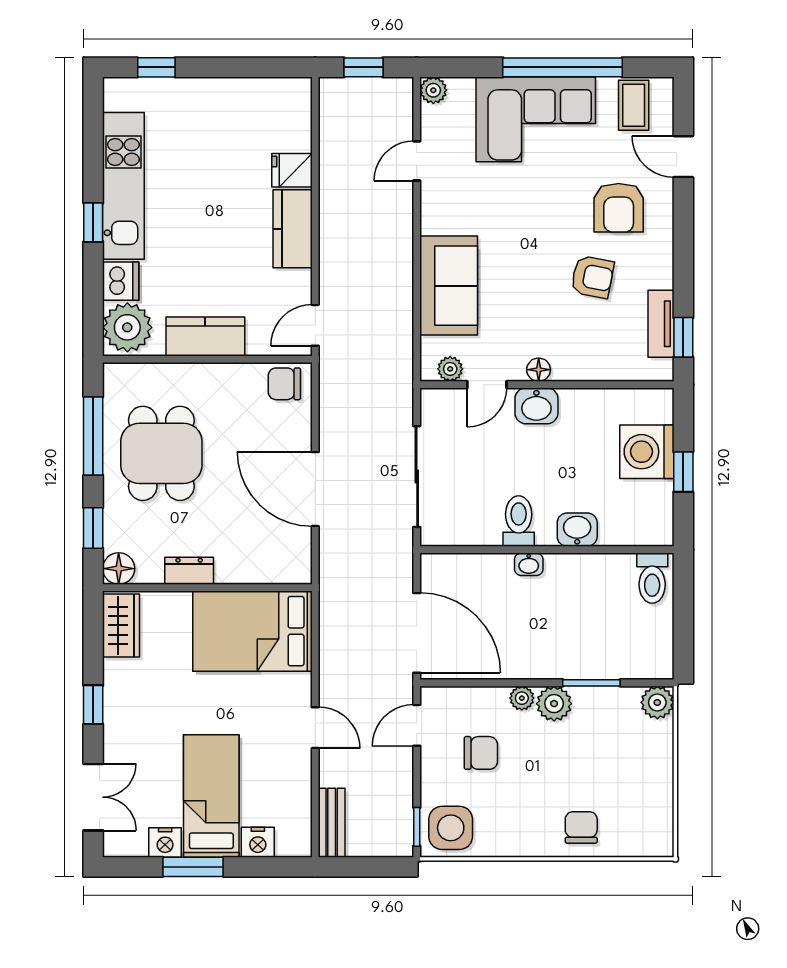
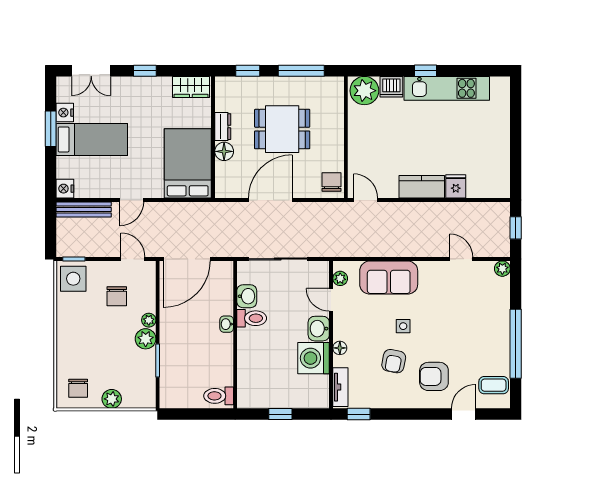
window: (156, 67) -> (516, 107), removed
corner sofa: (536, 119) -> (485, 328), removed
side table: (532, 261) -> (403, 326), added
tv unit: (661, 324) -> (340, 387), moved, turned 90
kitchen counter: (205, 336) -> (359, 136), removed
floor lamp: (539, 370) -> (340, 348), moved
washing machine: (647, 452) -> (314, 358), moved, turned -90
dining table: (161, 453) -> (282, 129), moved
washbasin: (577, 530) -> (247, 296), moved
floor lamp: (119, 569) -> (224, 151), moved
plant: (657, 702) -> (112, 399), moved
bench: (332, 823) -> (84, 209), width x1.36
chair: (581, 827) -> (78, 388), moved, turned 90
nightstand: (258, 842) -> (65, 189), moved

